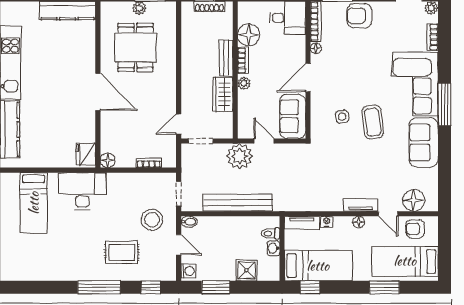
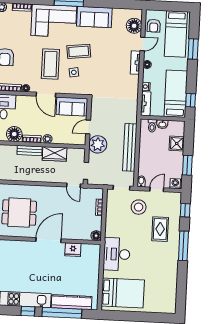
coffee table: (352, 82) -> (50, 64), added
fridge: (86, 154) -> (73, 250), moved
bed: (34, 203) -> (123, 293), width x1.50

